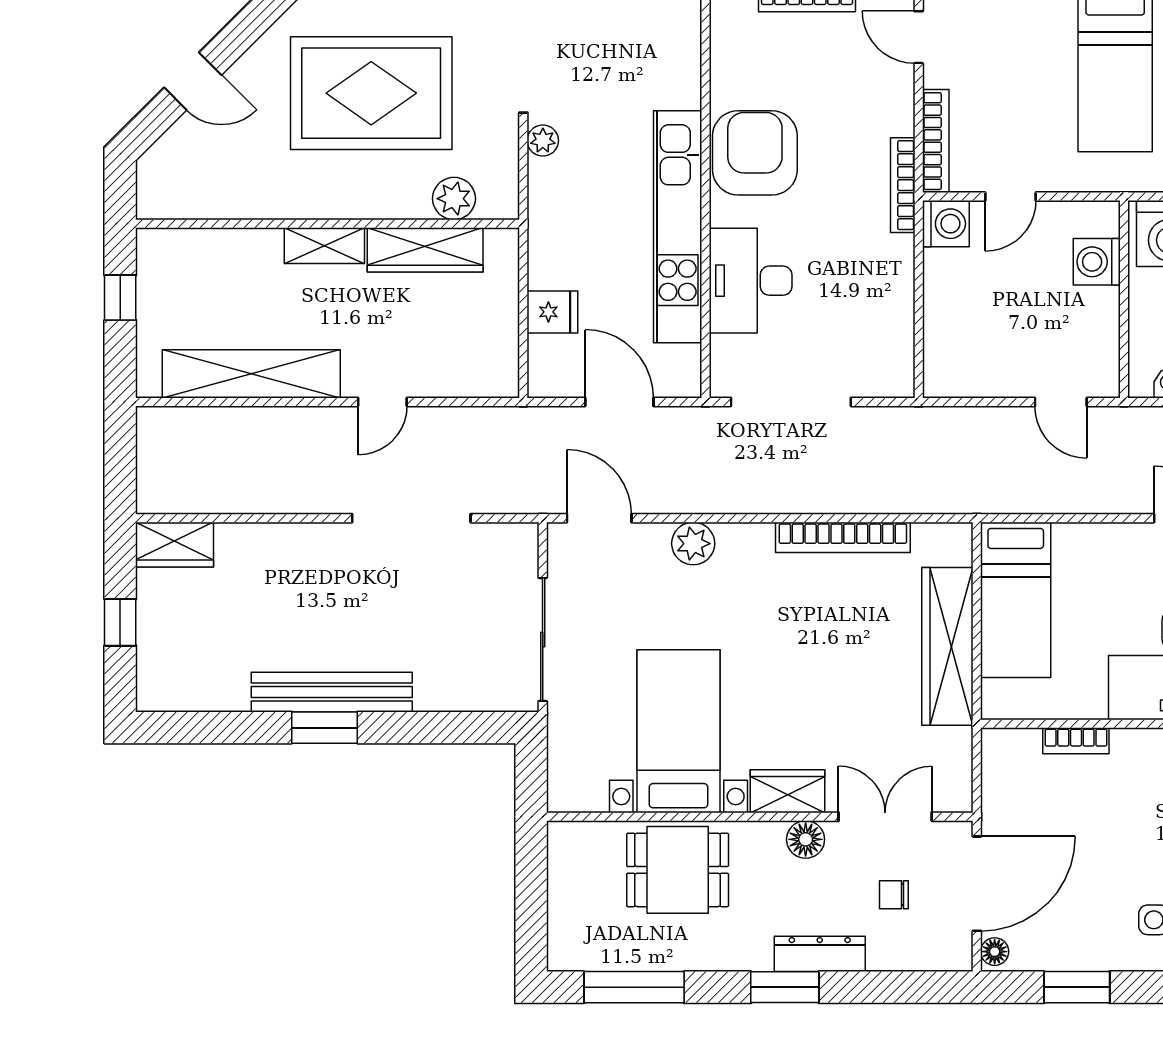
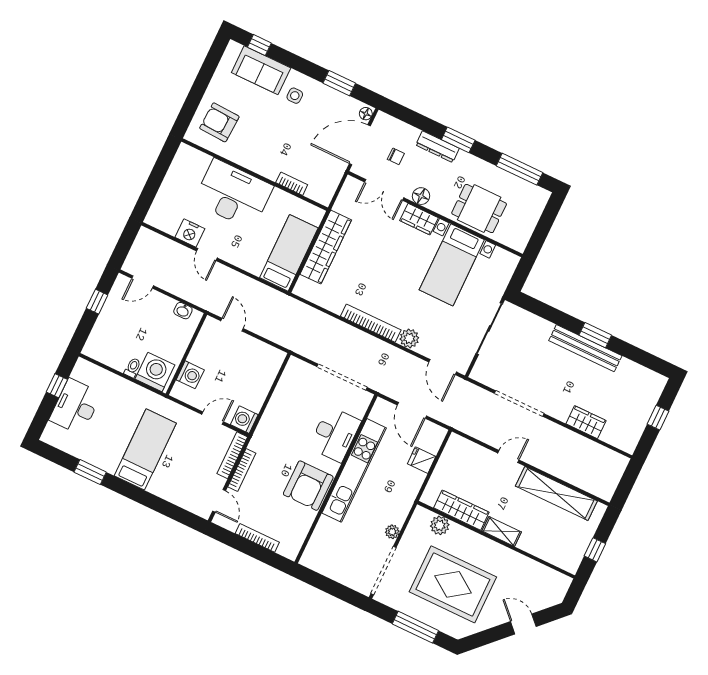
bookcase: (903, 185) -> (242, 470), moved
bookcase: (843, 537) -> (371, 323), moved
wardrobe: (175, 545) -> (586, 422), moved

